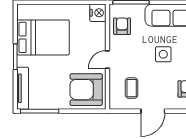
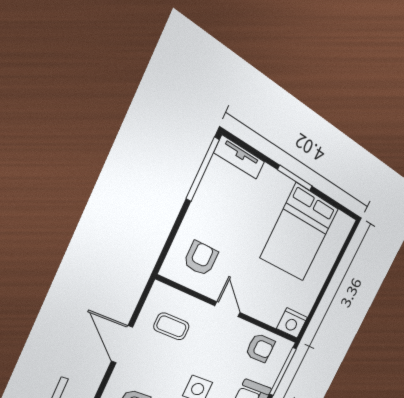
tv unit: (23, 88) -> (239, 157), width x0.71
armchair: (86, 90) -> (201, 258), width x0.53, depth x0.53

